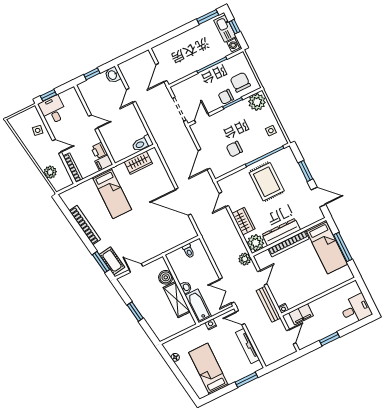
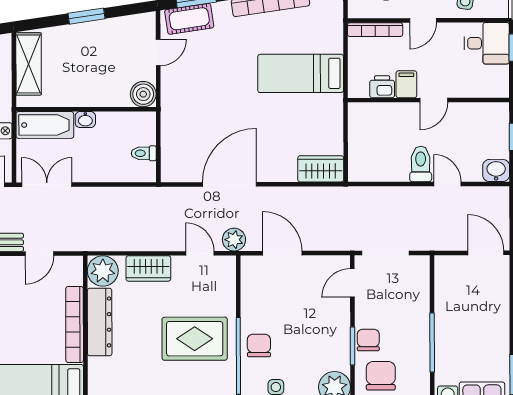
door: (161, 73) -> (486, 253), moved
chair: (240, 82) -> (381, 376), turned -90
door: (202, 118) -> (352, 283), swing flipped
toilet: (142, 143) -> (421, 164), moved
chair: (234, 149) -> (259, 345), moved
filing cabinet: (104, 163) -> (406, 84), moved
wardrobe: (138, 163) -> (321, 169), moved, turned 90
plant: (245, 259) -> (234, 240), moved
boiler: (166, 277) -> (143, 94), moved
door: (262, 278) -> (39, 254), hinge flipped
shelving: (177, 300) -> (29, 64), moved, turned 90

